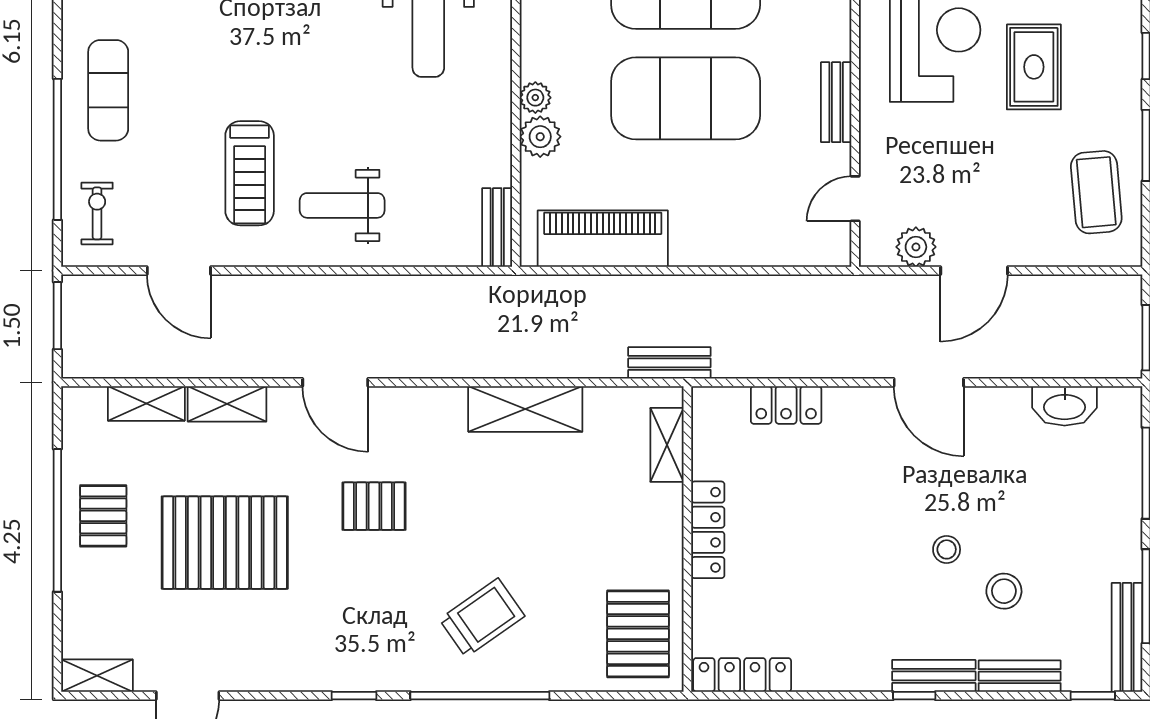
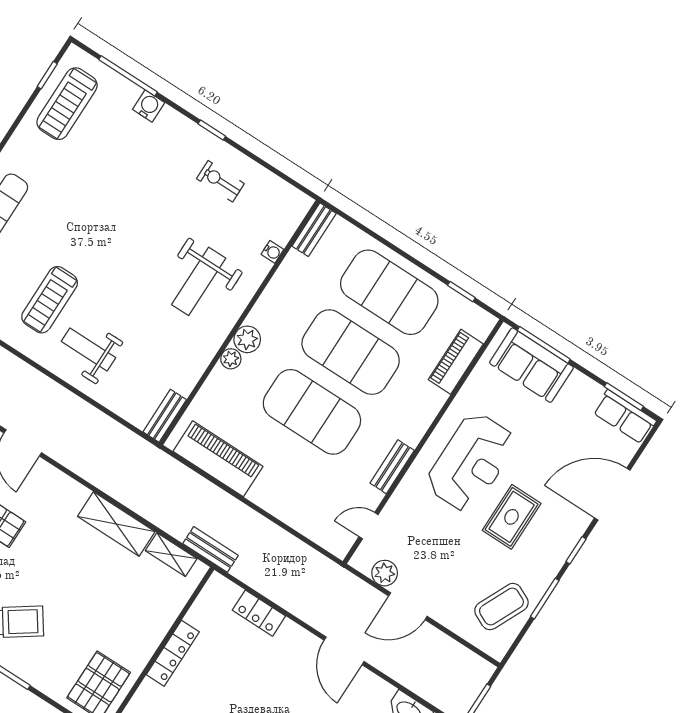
plant: (540, 137) -> (247, 339), moved
coffee table: (1096, 192) -> (501, 607), turned 30
shelving: (667, 445) -> (171, 555), moved, turned 90

